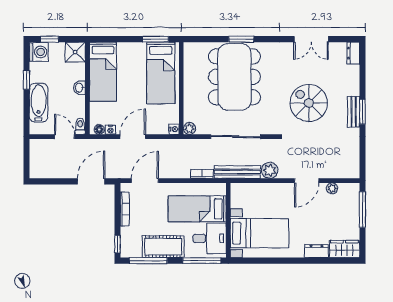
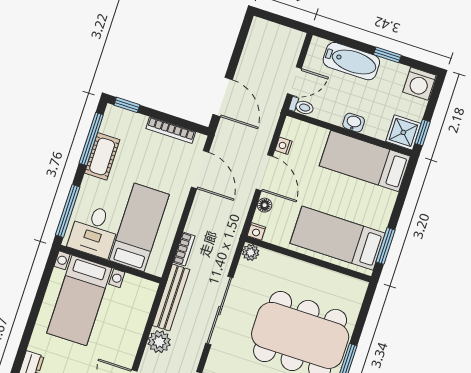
window: (49, 39) -> (422, 133), moved
floor lamp: (99, 129) -> (265, 205), moved
cot: (163, 247) -> (102, 156), width x0.73, depth x0.75

